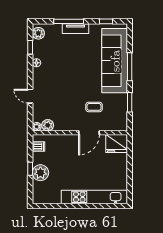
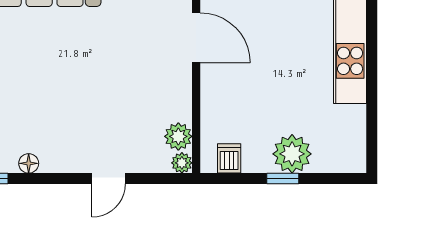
coffee table: (94, 107) -> (134, 26), removed

